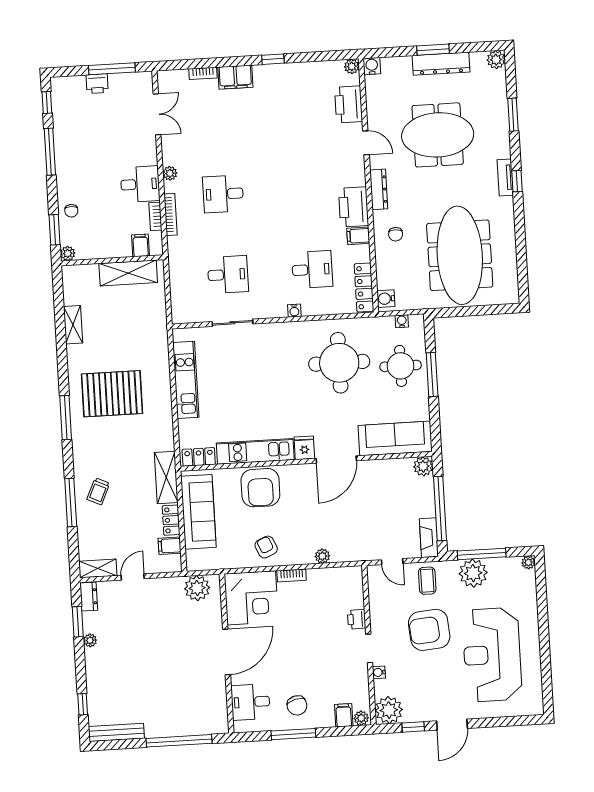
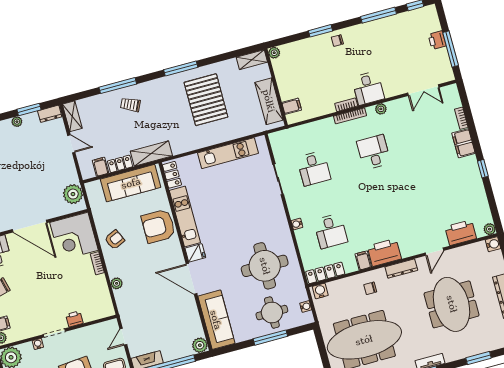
filing cabinet: (141, 245) -> (292, 106), moved
plant: (68, 253) -> (274, 53), moved
wall: (112, 260) -> (276, 87), moved
shelving: (128, 273) -> (269, 101), moved

